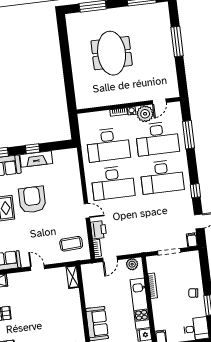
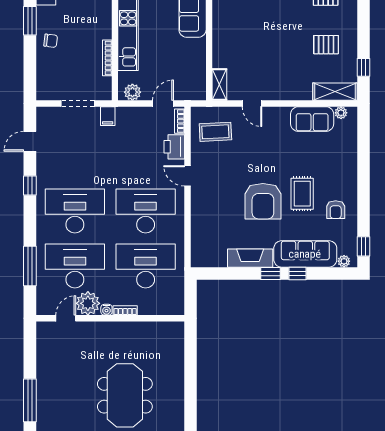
window: (32, 149) -> (270, 273), moved
filing cabinet: (192, 240) -> (108, 116), moved
door: (37, 268) -> (252, 104), moved

